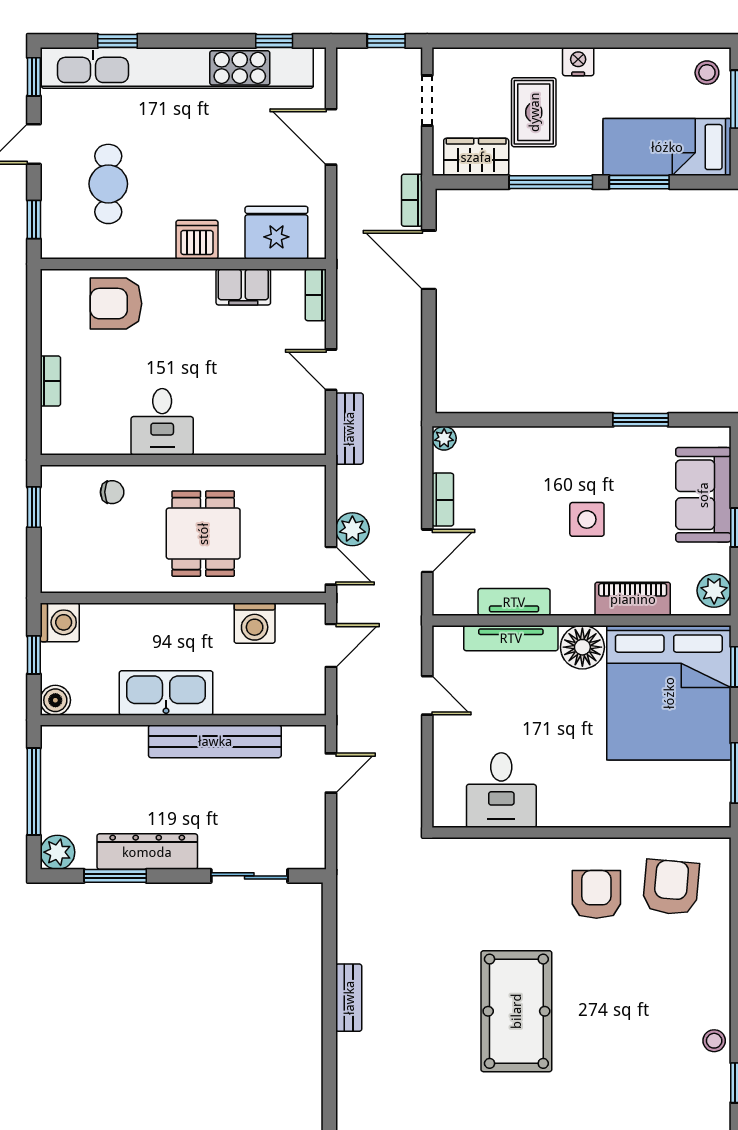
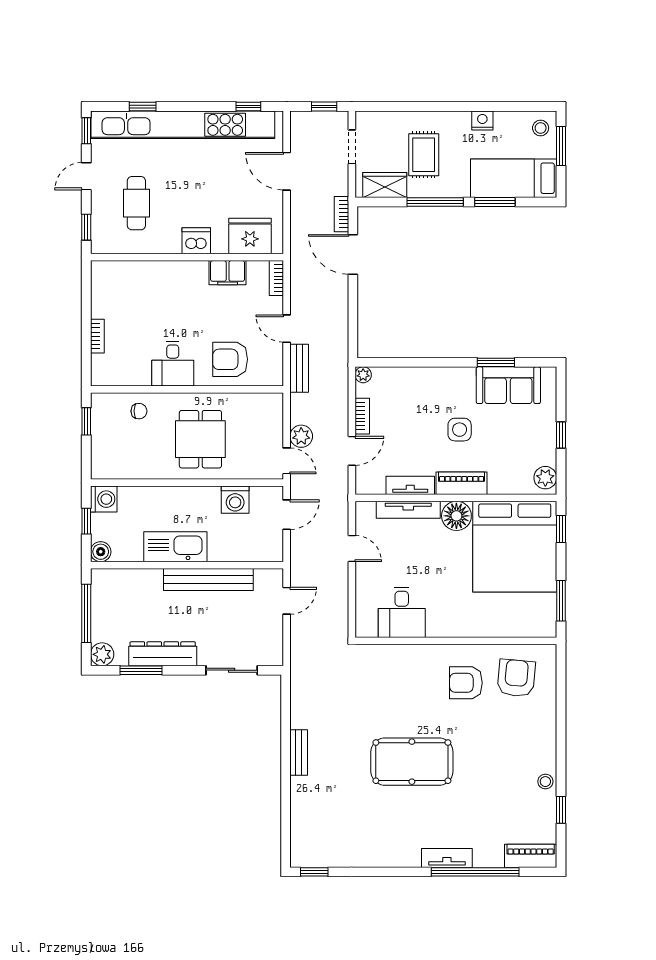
nightstand: (578, 62) -> (482, 121), moved
armchair: (116, 304) -> (230, 359), moved
sofa: (703, 495) -> (508, 385), moved, turned -90
piano: (633, 599) -> (462, 483), moved
armchair: (596, 894) -> (466, 683), turned -90
pool table: (516, 1011) -> (412, 762), turned 90

